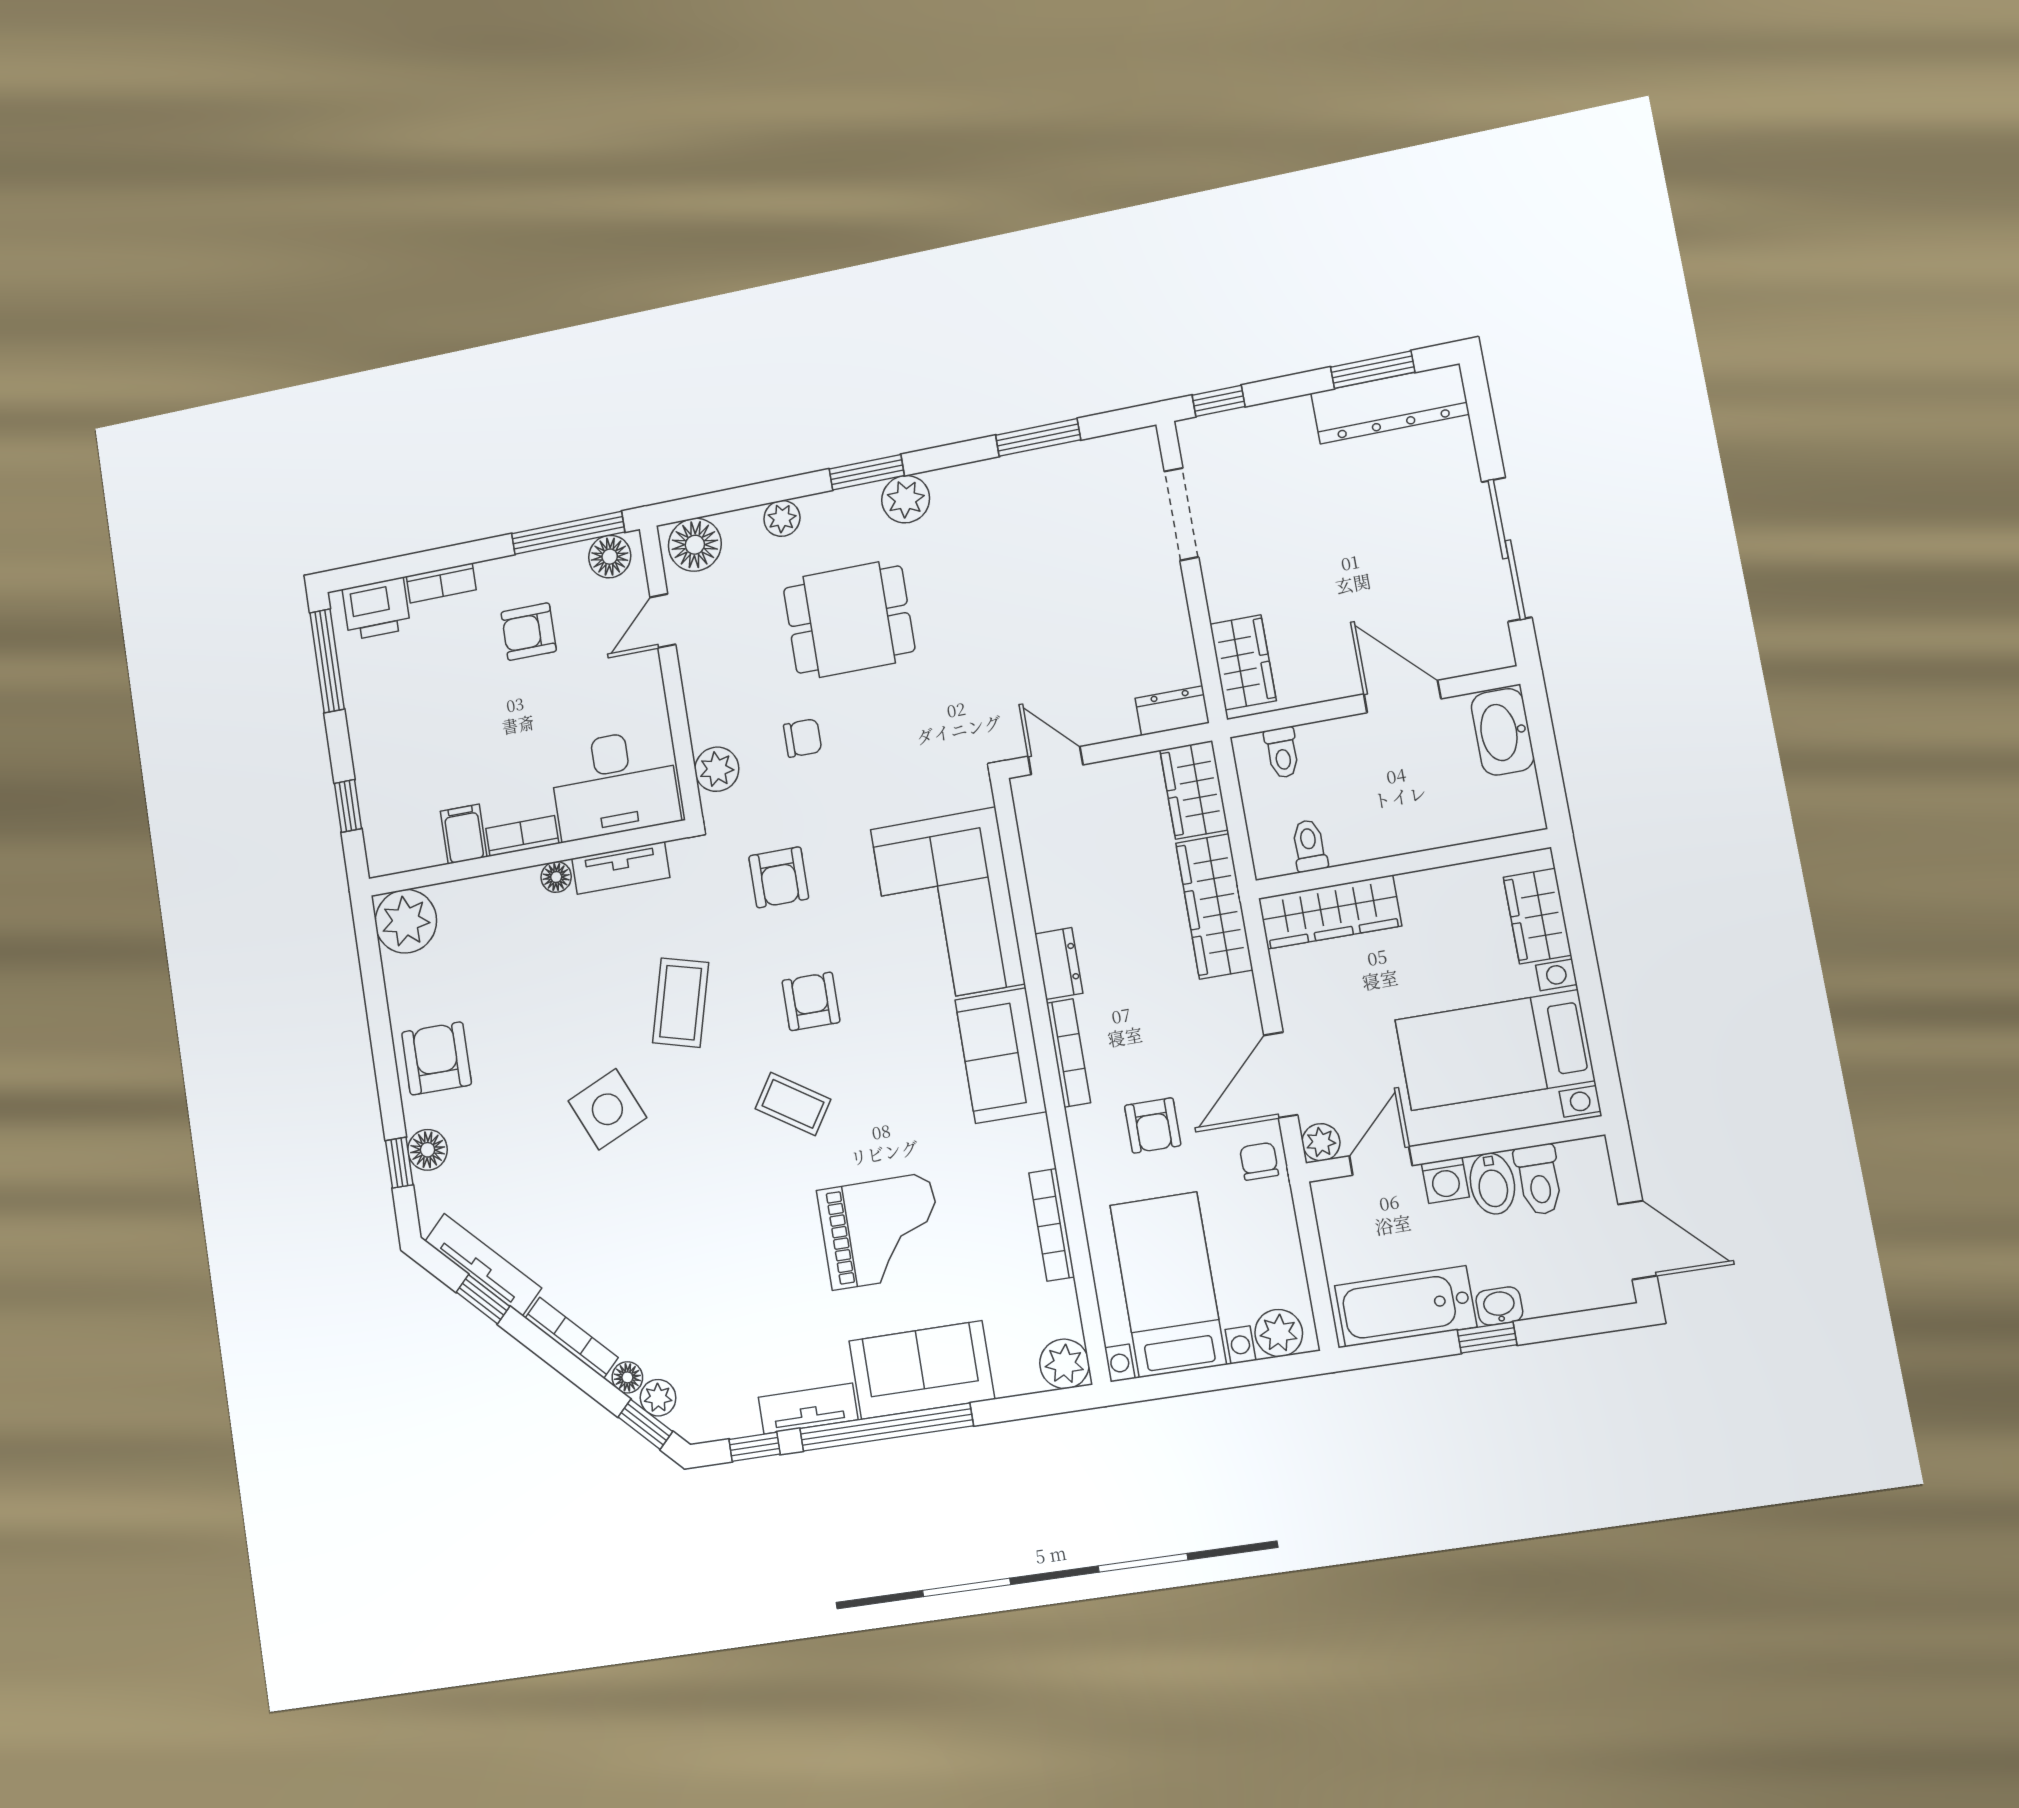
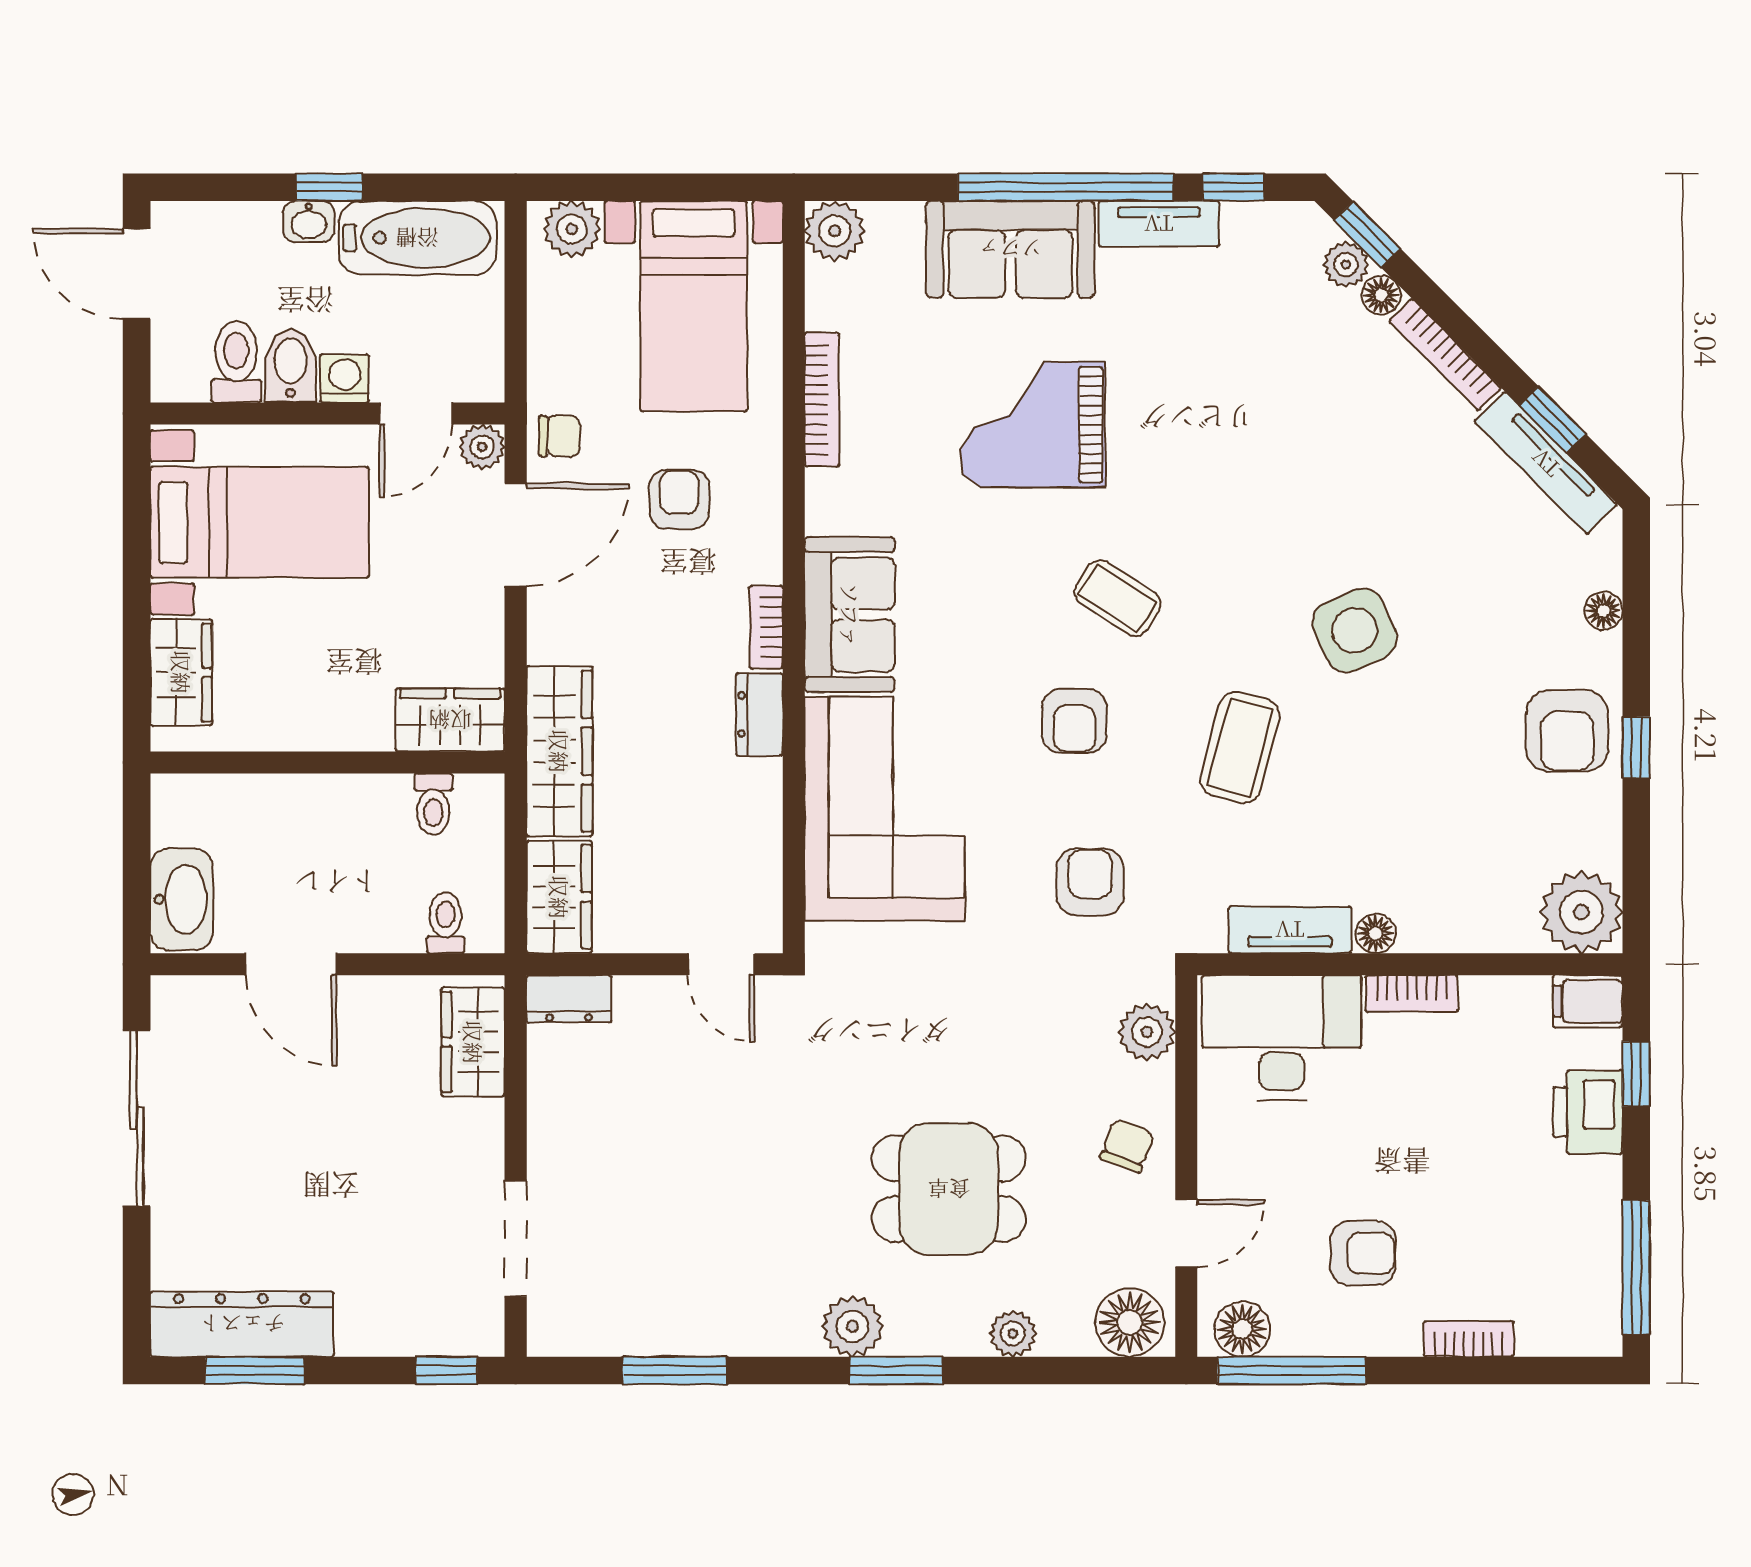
printer: (376, 609) -> (1588, 1112), moved, turned -90
chair: (803, 738) -> (1127, 1146), moved, turned 111
filing cabinet: (464, 834) -> (1588, 1001), moved, turned 90
wardrobe: (1330, 912) -> (450, 720), width x0.67
bookcase: (1068, 1053) -> (766, 627), width x0.64
floor lamp: (428, 1150) -> (1604, 611), width x0.73, depth x0.73
chair: (1259, 1161) -> (559, 436), turned -90
window: (399, 1163) -> (1636, 747), moved

